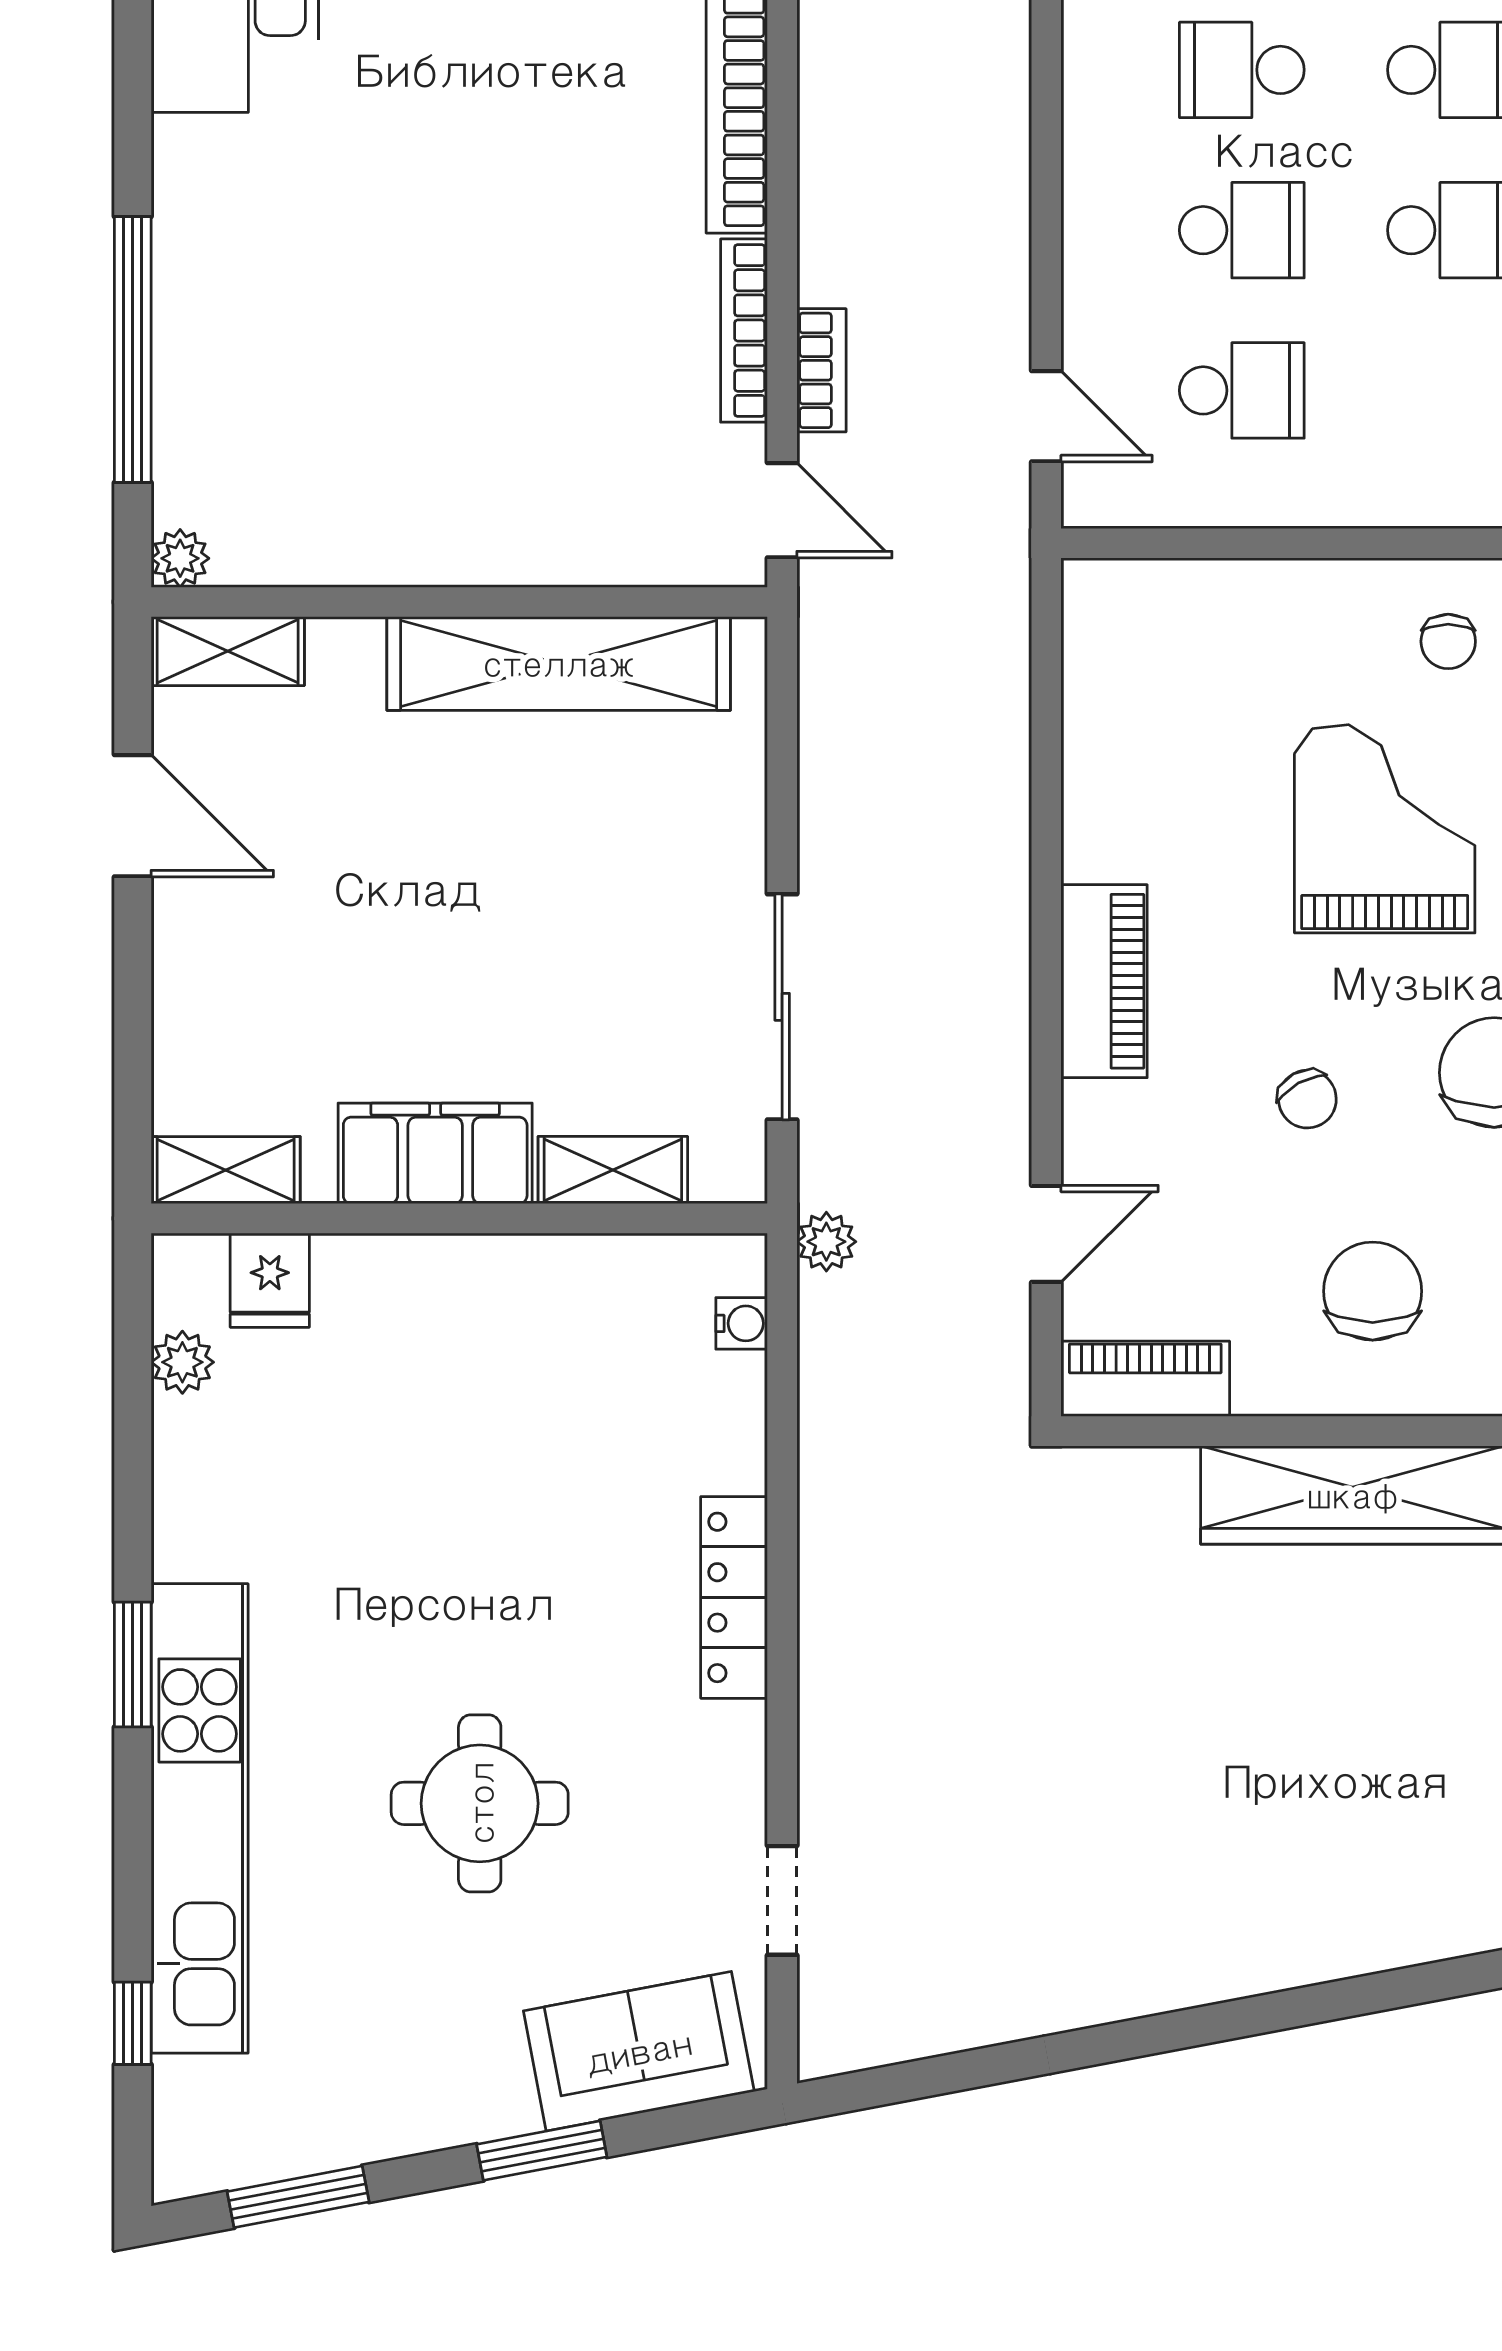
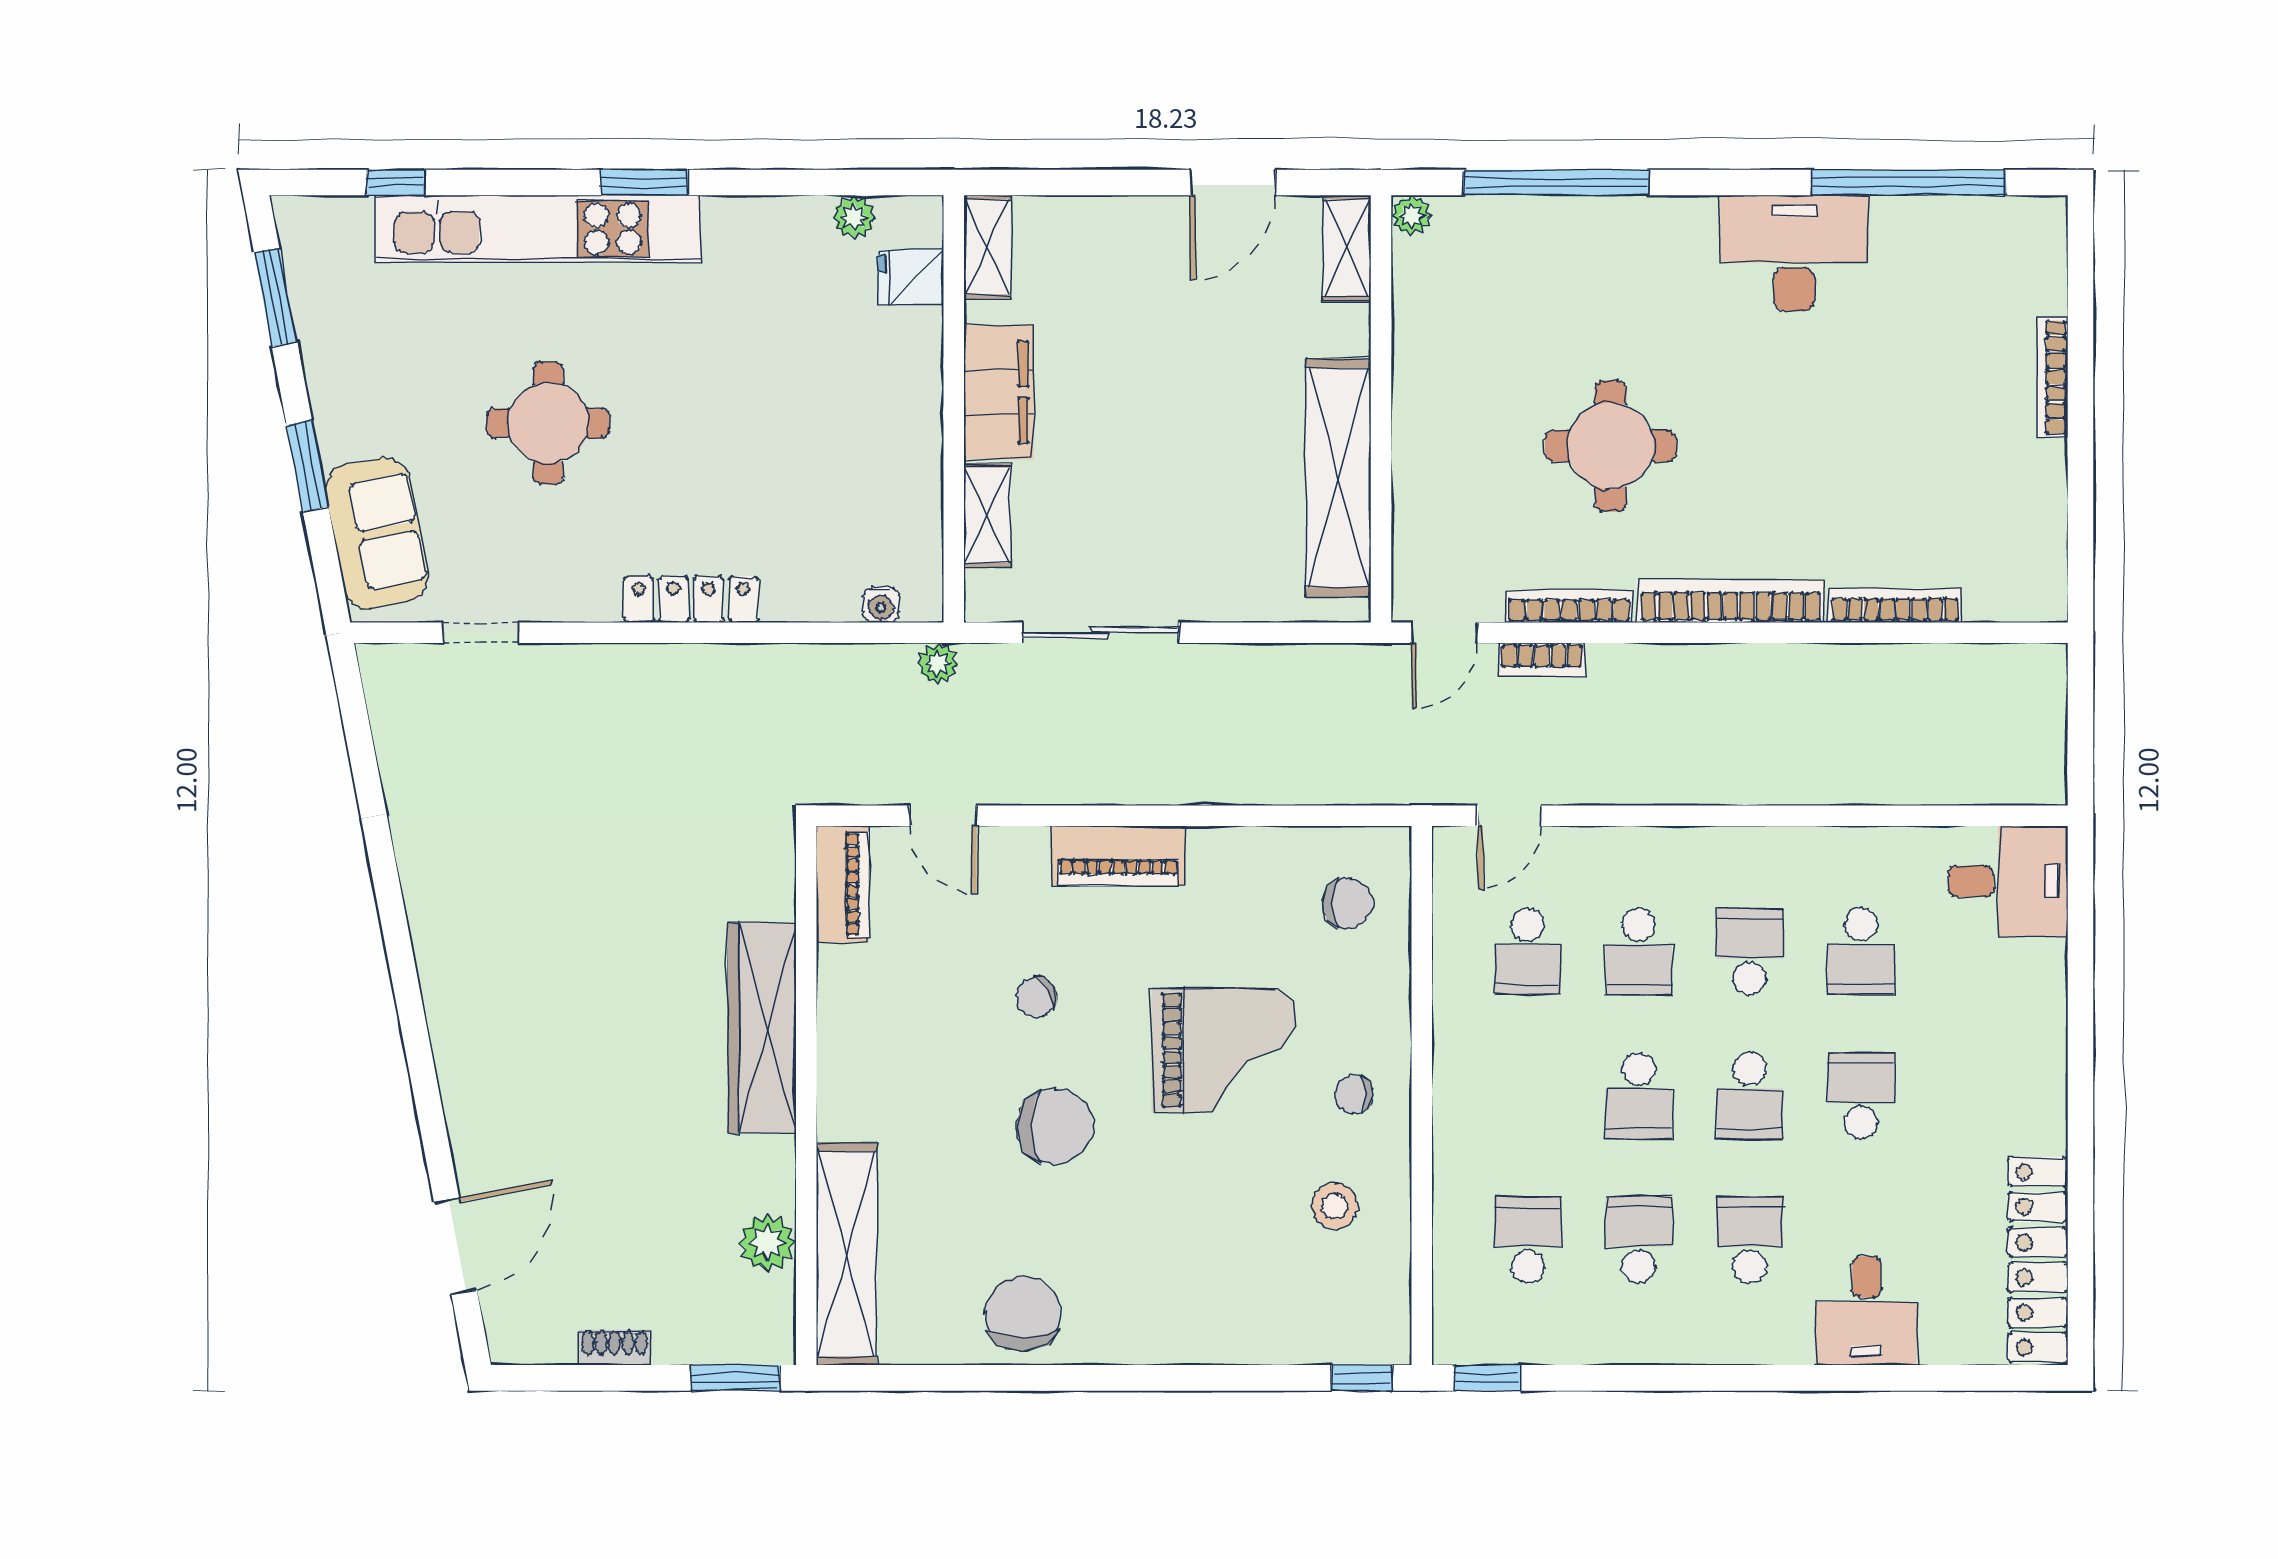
round table: (513, 271) -> (1611, 446), added
chair: (1373, 1291) -> (1348, 903), moved, width x0.73, depth x0.73

